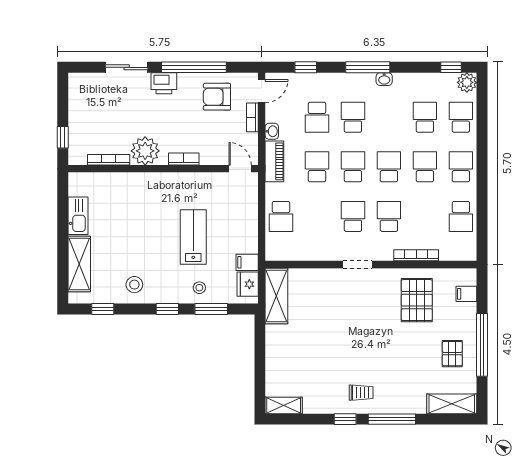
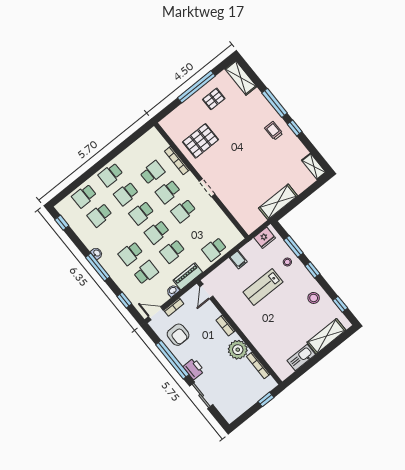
plant: (467, 82) -> (63, 208), removed
school desk: (281, 216) -> (214, 249), turned 180
school desk: (461, 216) -> (152, 172), moved
filing cabinet: (247, 262) -> (238, 260), moved
filing cabinet: (466, 294) -> (176, 117), removed
shelving: (276, 296) -> (278, 202), moved

